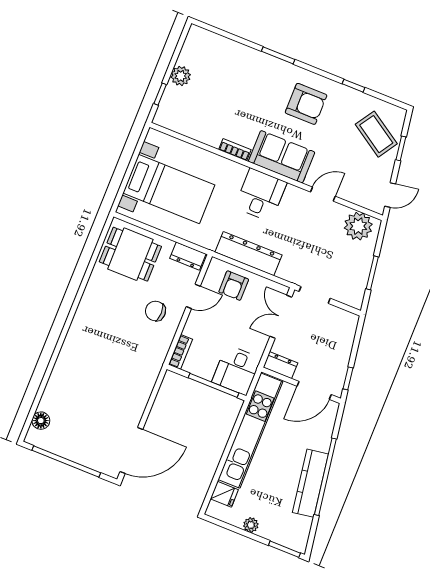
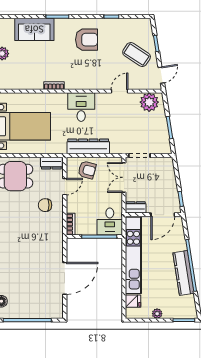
coffee table: (376, 134) -> (137, 55), moved
sofa: (282, 157) -> (34, 29), moved, turned 180
armchair: (234, 286) -> (87, 170), turned -75
door: (131, 450) -> (65, 278), moved

